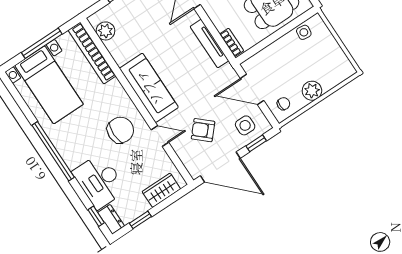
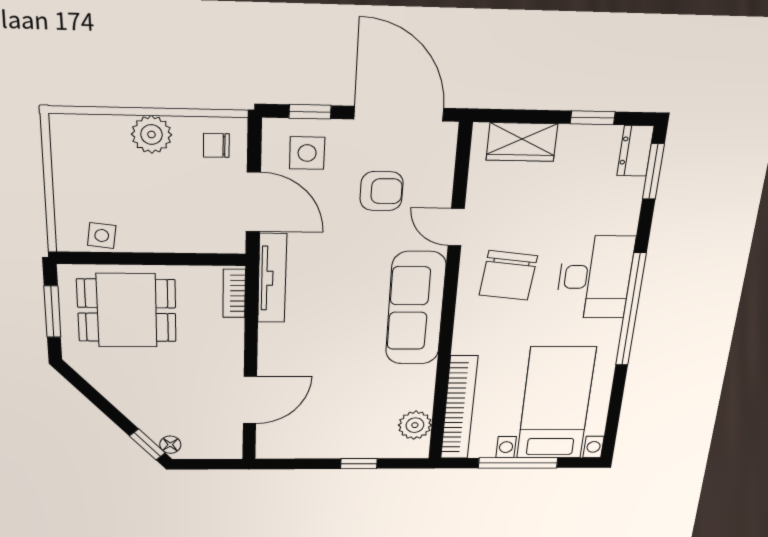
tv unit: (209, 44) -> (272, 278), moved
chair: (120, 130) -> (508, 275), turned -84
armchair: (203, 130) -> (382, 191), turned -42
desk: (99, 181) -> (595, 277), moved
window: (96, 216) -> (653, 171), width x1.50

